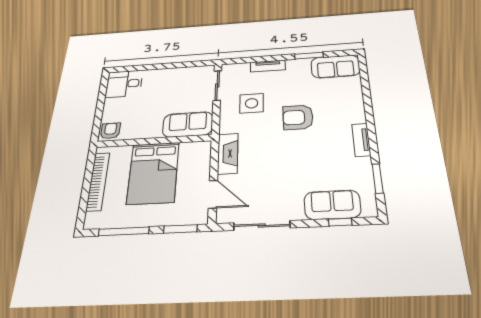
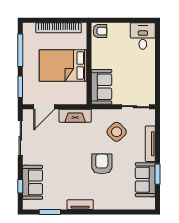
tv unit: (268, 66) -> (150, 144), width x1.41
sofa: (335, 66) -> (145, 180), moved
side table: (252, 103) -> (117, 132), turned 45

